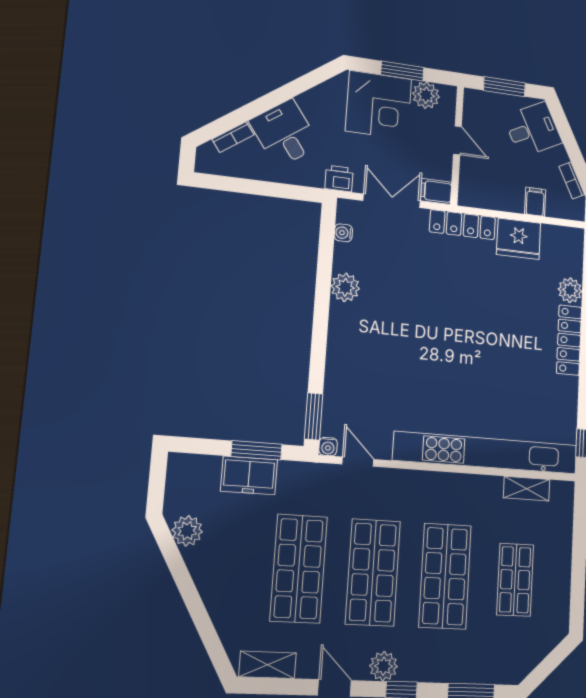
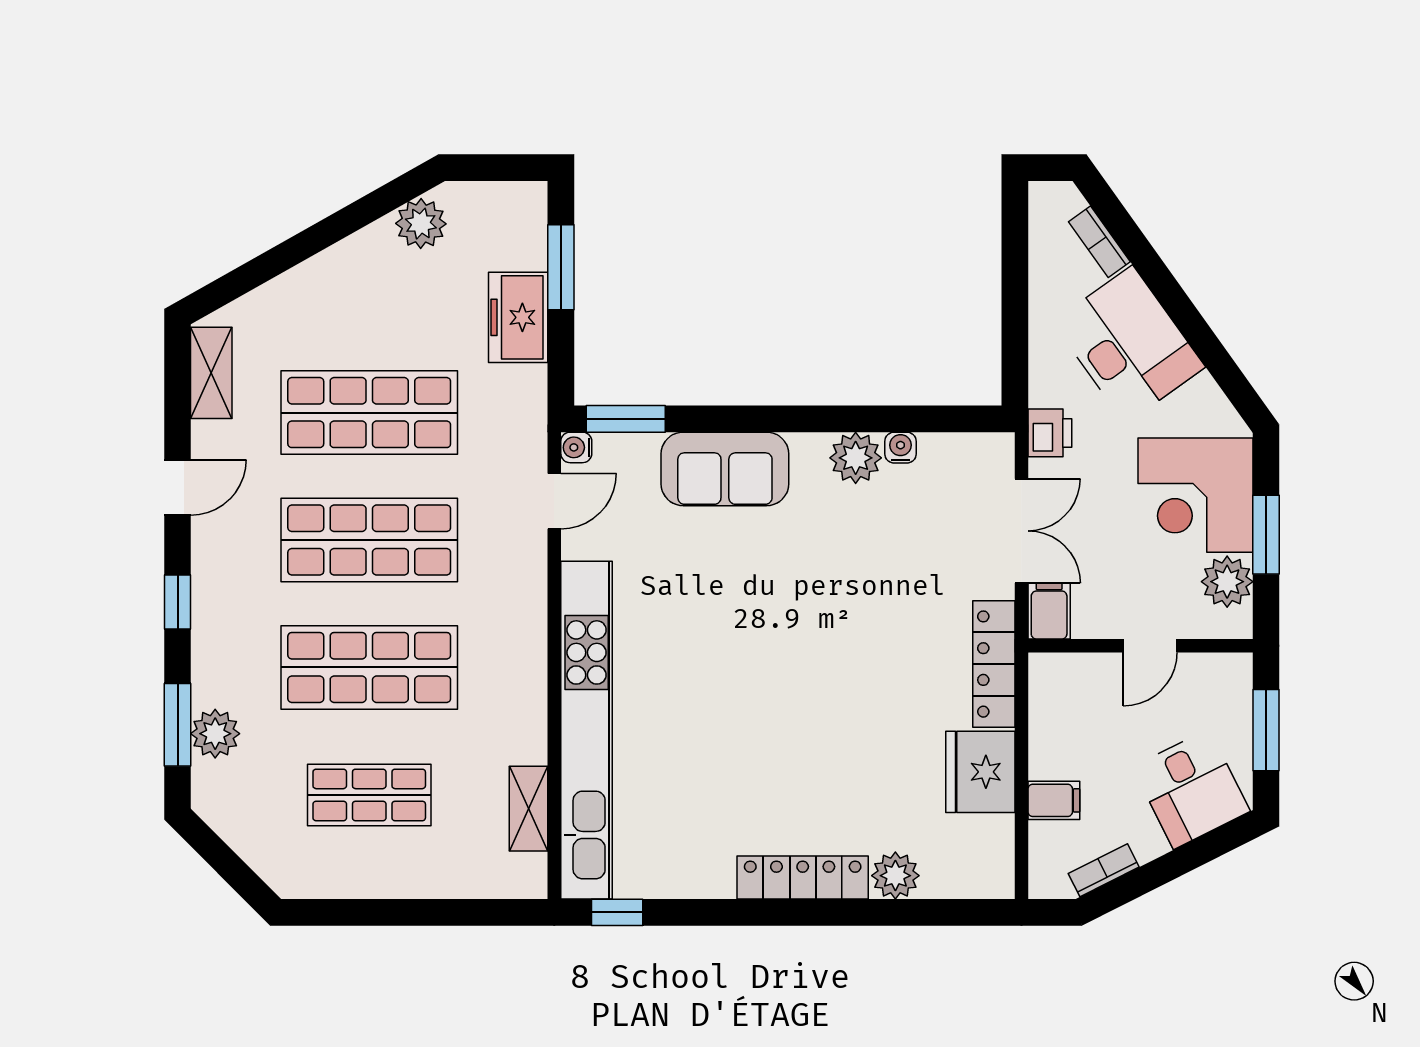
desk: (285, 133) -> (1129, 345), width x1.37
water cooler: (343, 233) -> (901, 448), moved
sofa: (346, 362) -> (725, 469), added
window: (256, 450) -> (561, 267), moved
plant: (384, 666) -> (215, 734), moved

